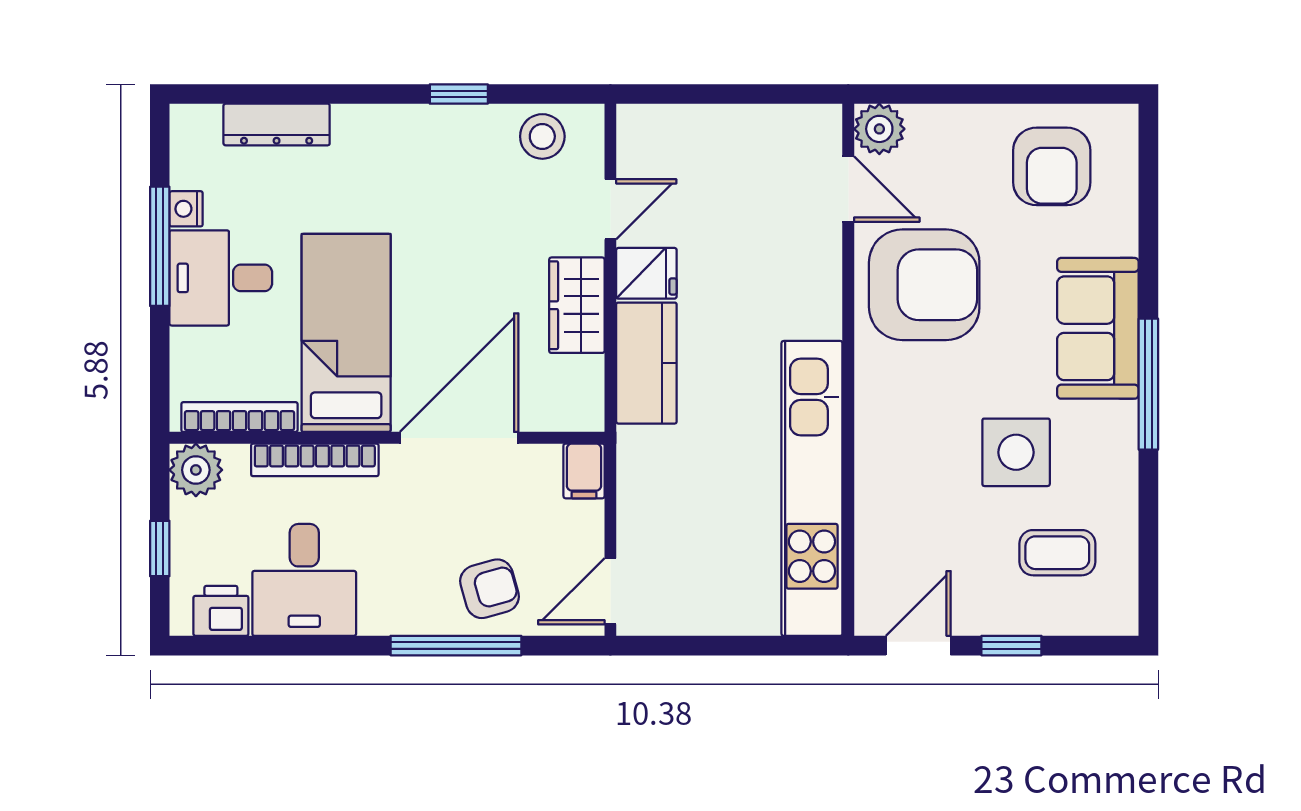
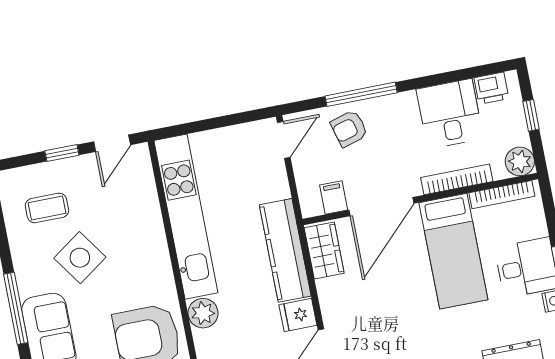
wardrobe: (577, 305) -> (324, 250), moved
plant: (815, 310) -> (203, 313), added
kitchen counter: (646, 363) -> (285, 250), width x1.50
side table: (1016, 452) -> (80, 258), turned -35
filing cabinet: (584, 471) -> (334, 197), moved

